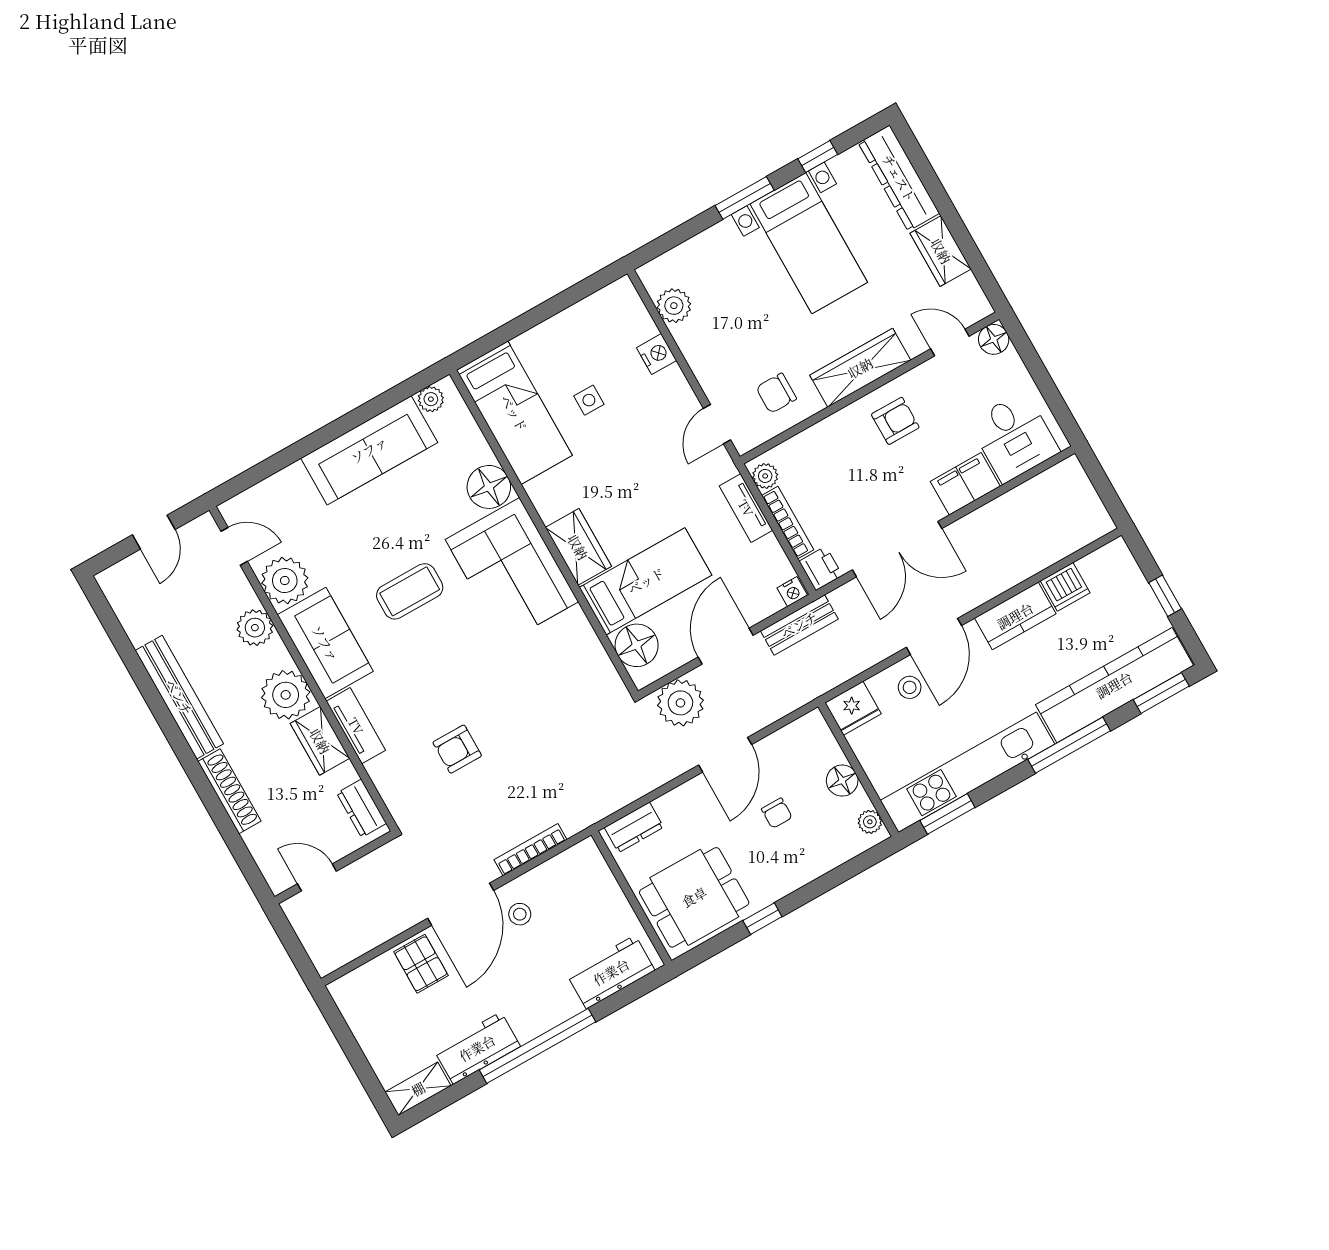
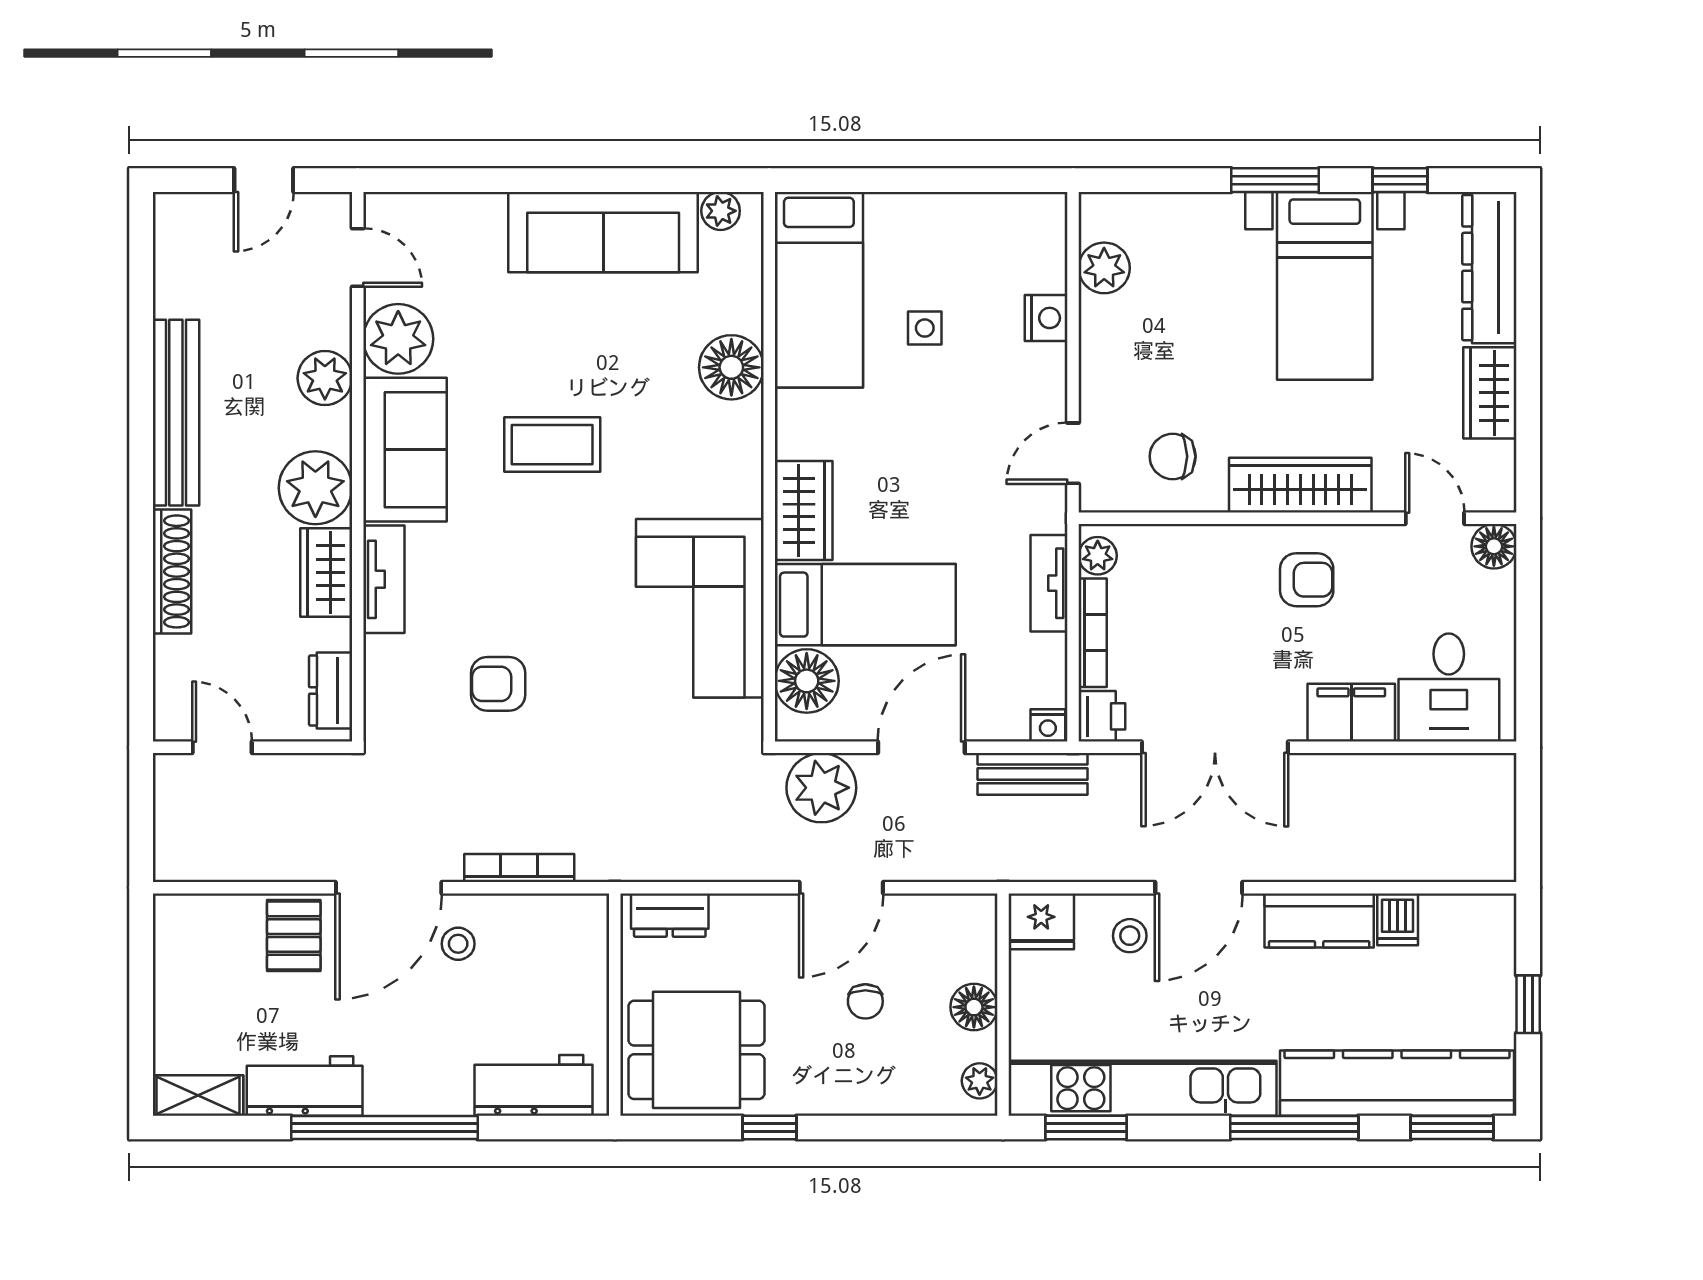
corner sofa: (512, 571) -> (700, 608), moved
dishwasher: (1065, 587) -> (1398, 919), width x0.73

